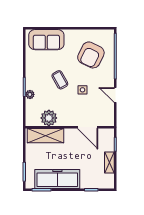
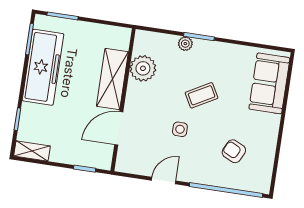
armchair: (91, 55) -> (234, 151), width x0.53, depth x0.53
shelving: (46, 136) -> (112, 79), moved
shelving: (109, 162) -> (32, 151), moved

